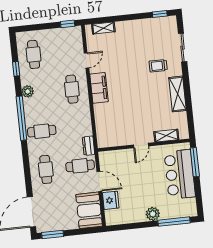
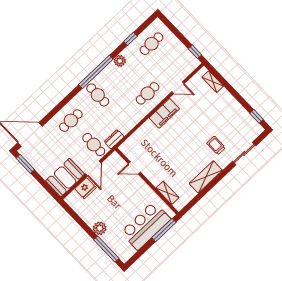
door: (141, 145) -> (134, 168), moved

